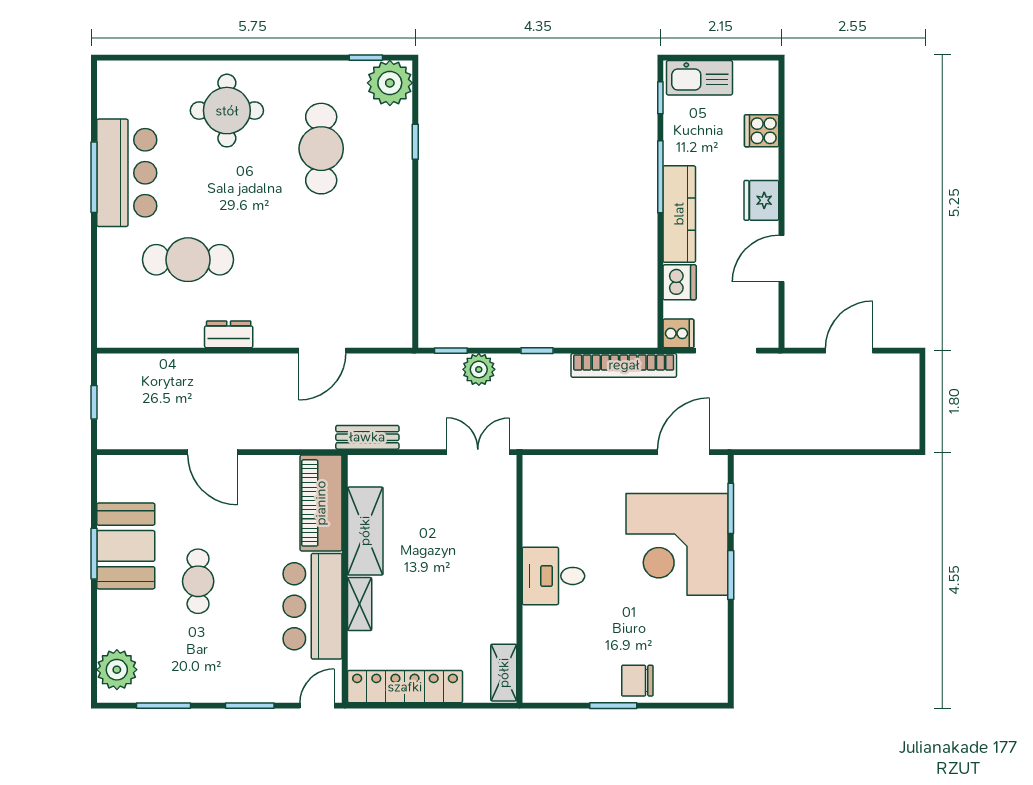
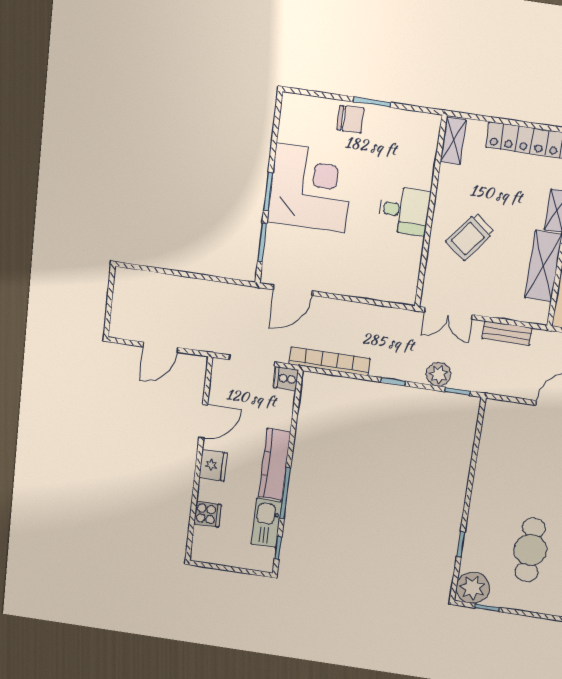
kitchen sink: (699, 78) -> (266, 523), moved, turned -90
dishwasher: (680, 282) -> (280, 416), removed
bench: (367, 437) -> (507, 333), moved
corner desk: (677, 544) -> (311, 188), moved
trolley: (465, 555) -> (470, 237), added

